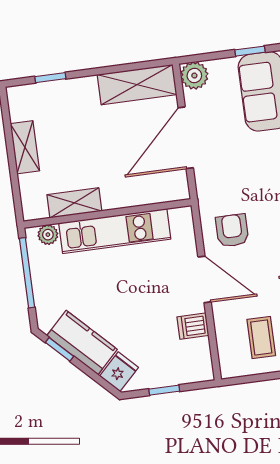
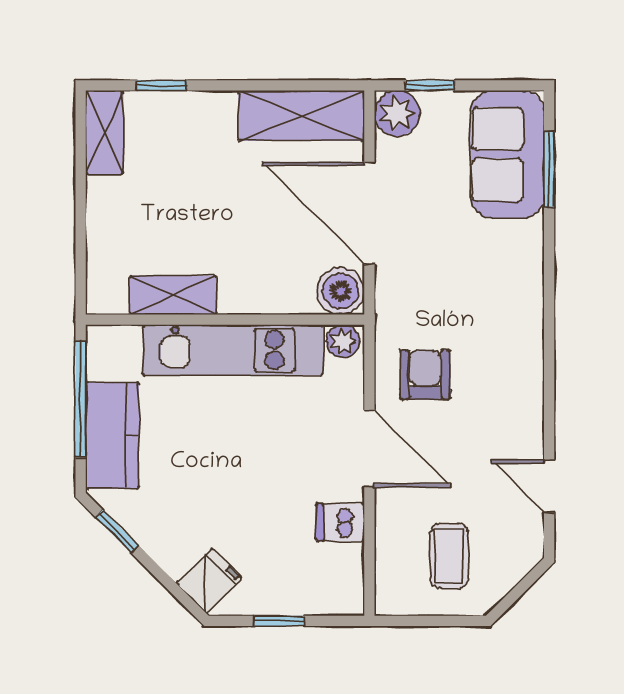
window: (250, 51) -> (430, 85), moved
door: (186, 138) -> (369, 213), hinge flipped
shelving: (25, 147) -> (104, 132), moved
boiler: (175, 187) -> (341, 291), added
plant: (48, 235) -> (343, 341), moved
kitchen counter: (82, 342) -> (112, 435), moved, turned 45

